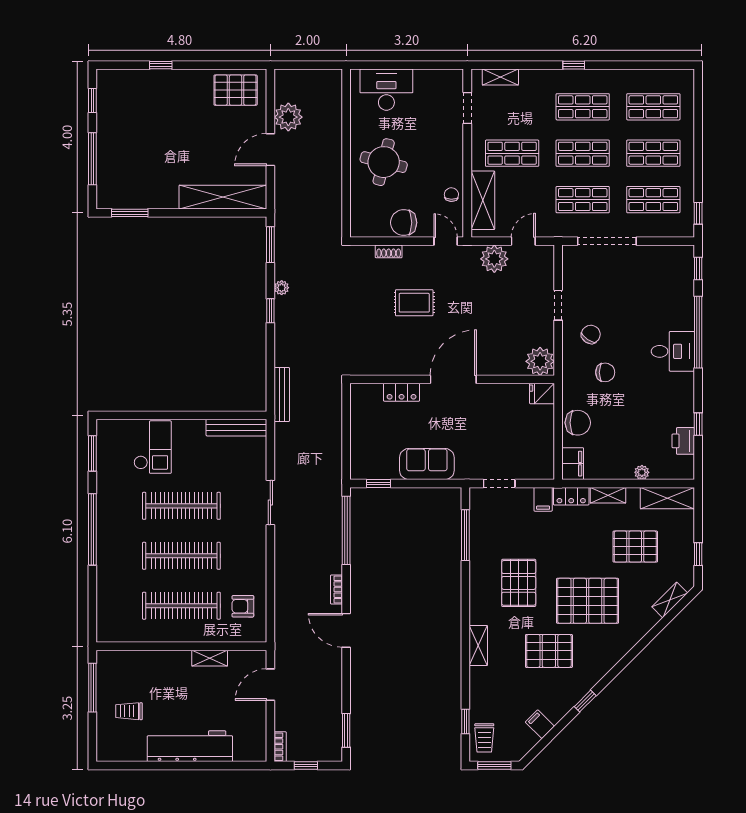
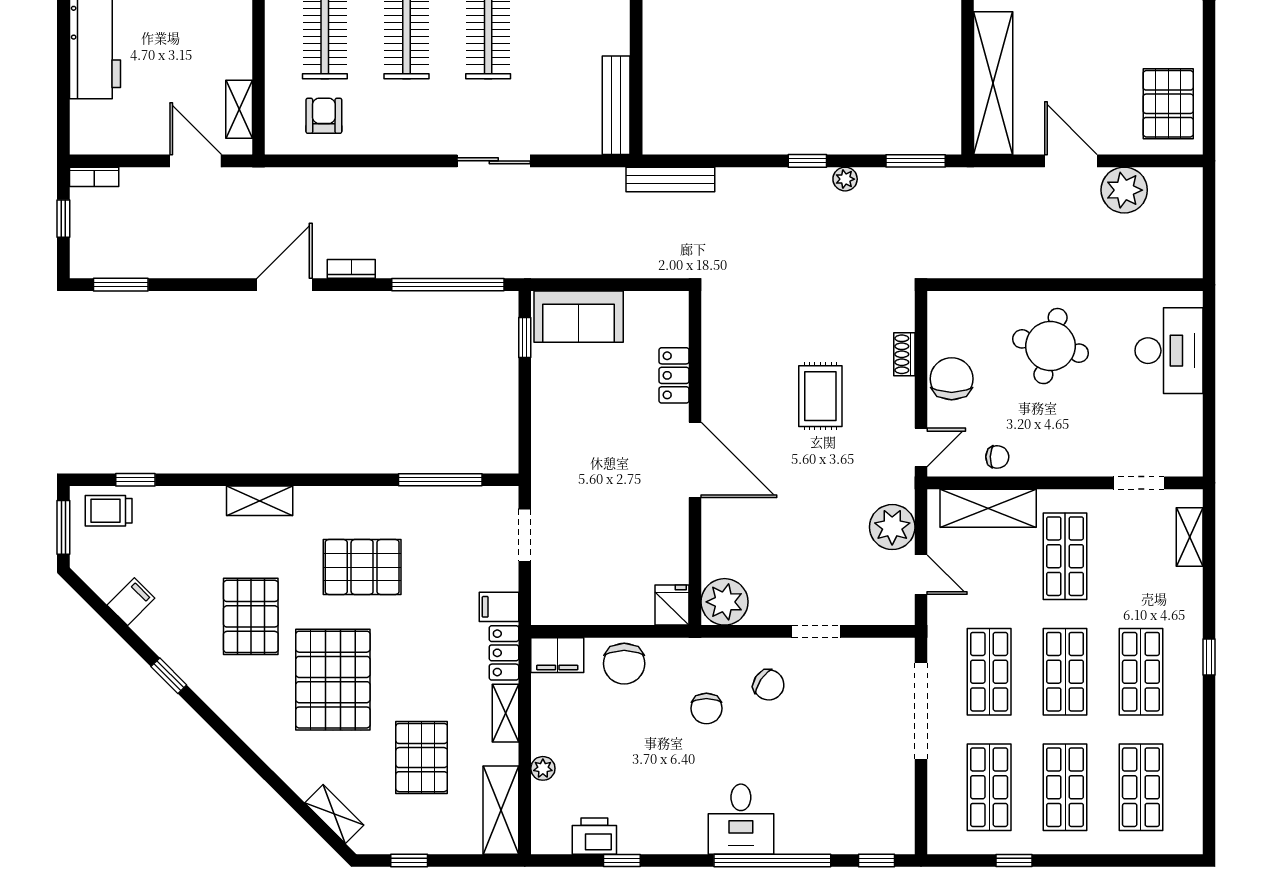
window: (698, 213) -> (1014, 861), moved
sofa: (427, 464) -> (579, 317), moved, turned 90
shelving: (210, 658) -> (239, 109), moved

